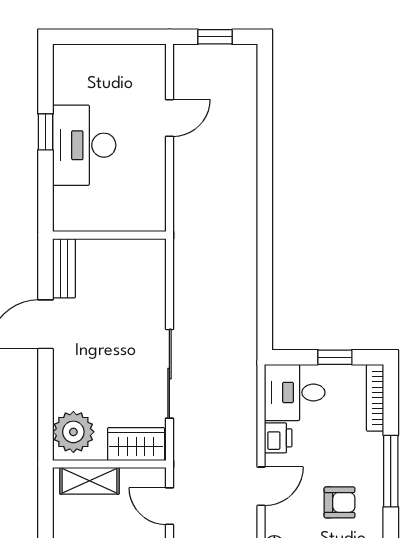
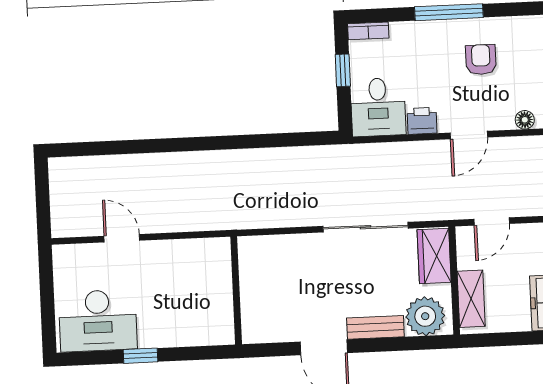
window: (215, 37) -> (43, 198), removed
desk: (84, 145) -> (98, 321), moved
bench: (64, 268) -> (375, 327), moved
bookcase: (375, 398) -> (368, 31), width x0.64
door: (261, 486) -> (469, 135), swing flipped

